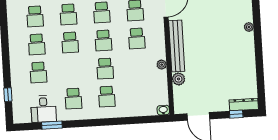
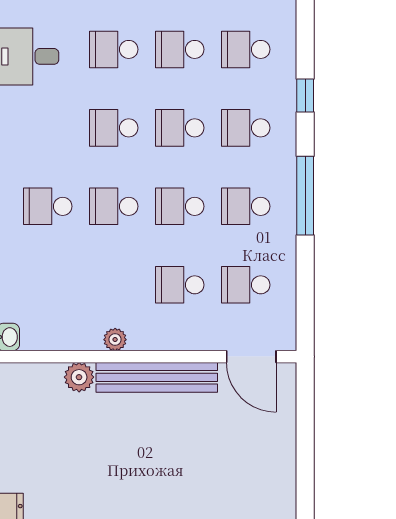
school desk: (73, 99) -> (114, 128), moved

